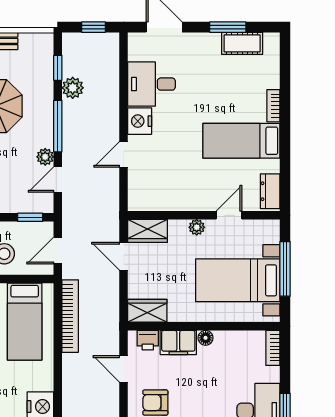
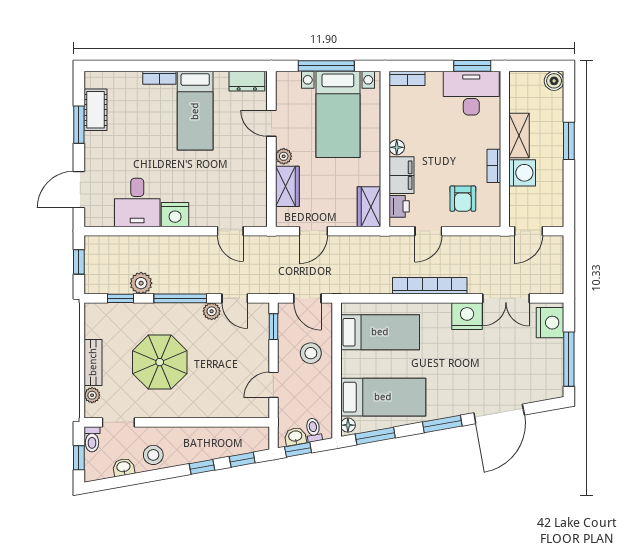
door: (124, 154) -> (230, 231), moved
wardrobe: (148, 231) -> (287, 186), moved
bookcase: (70, 316) -> (430, 286), moved

